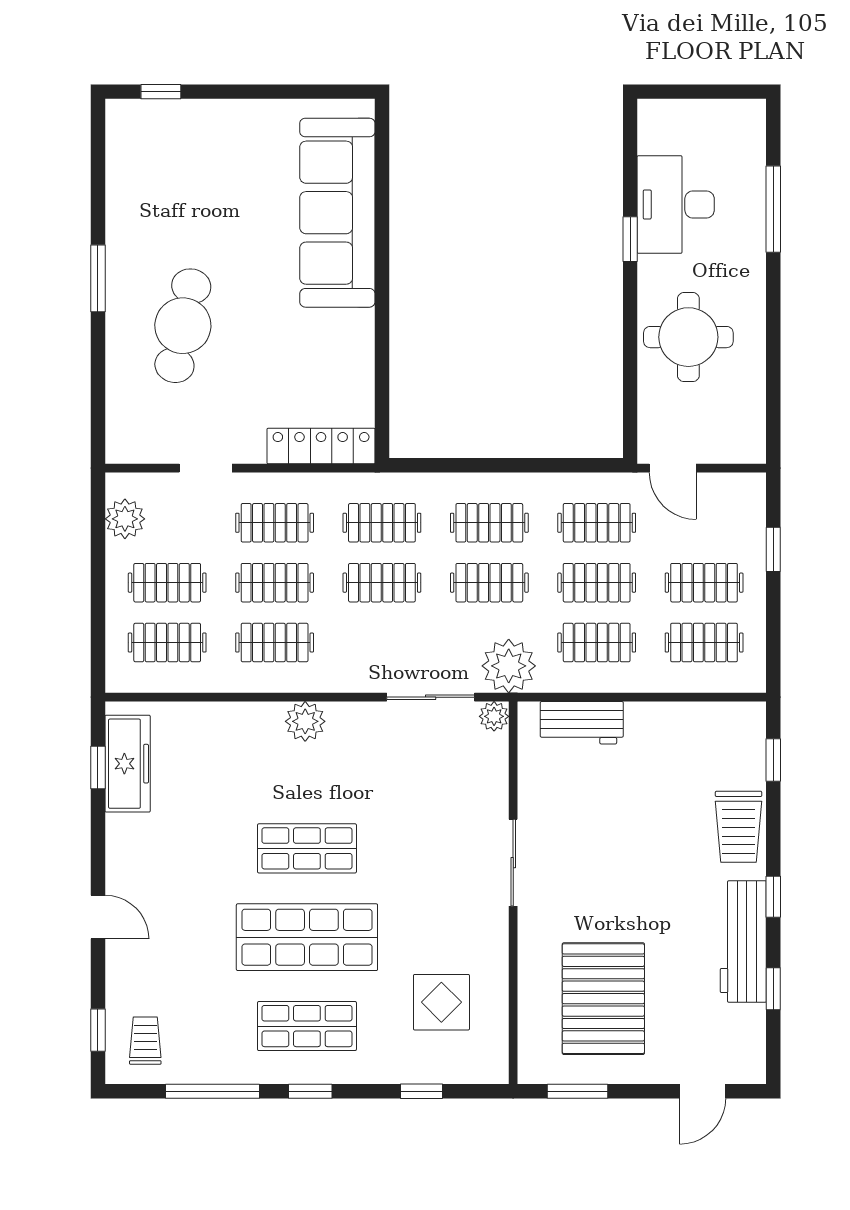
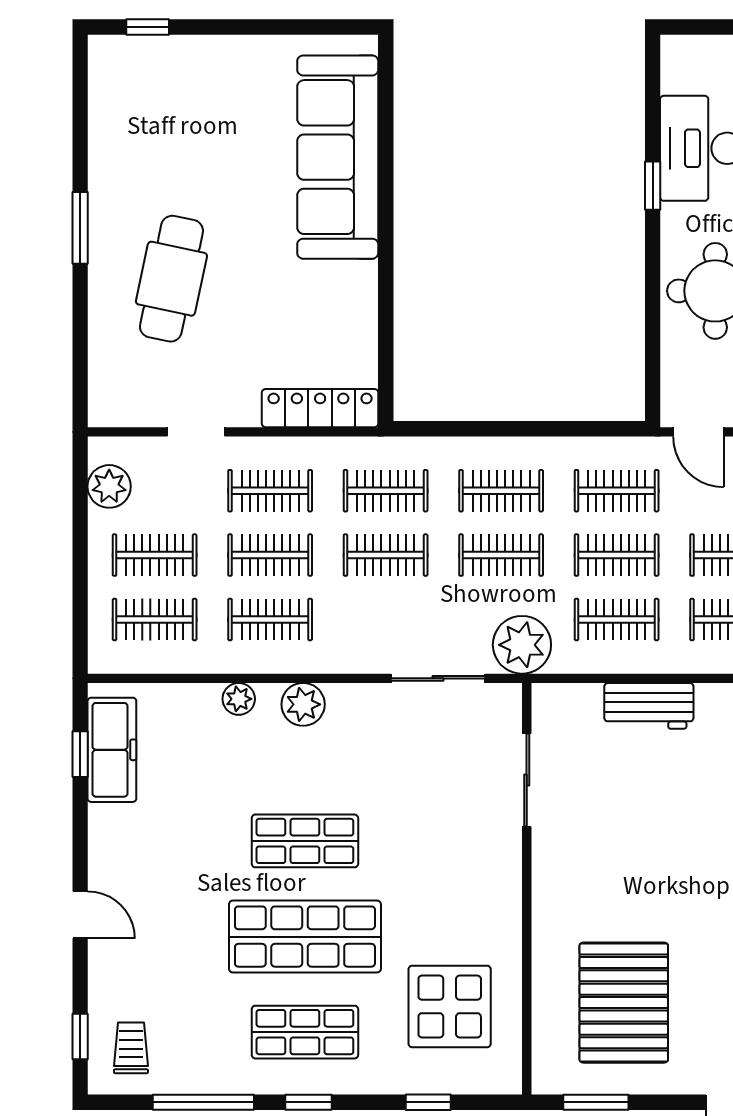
plant: (494, 716) -> (239, 699), moved
workbench: (582, 723) -> (649, 706), moved
sliding door: (513, 863) -> (527, 780), moved
display table: (441, 1002) -> (450, 1006), width x1.36, depth x1.36

